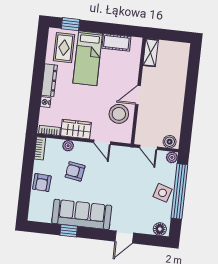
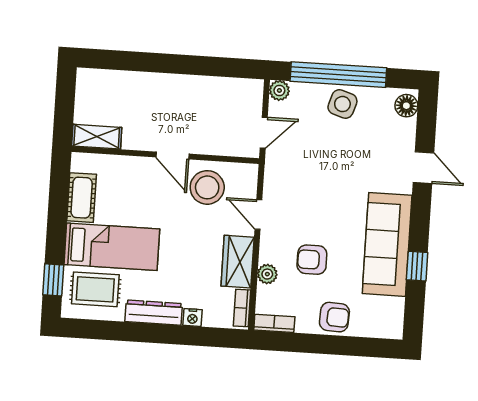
door: (102, 142) -> (258, 215), swing flipped
boiler: (170, 142) -> (252, 96), removed
armchair: (75, 171) -> (312, 260), turned 81

